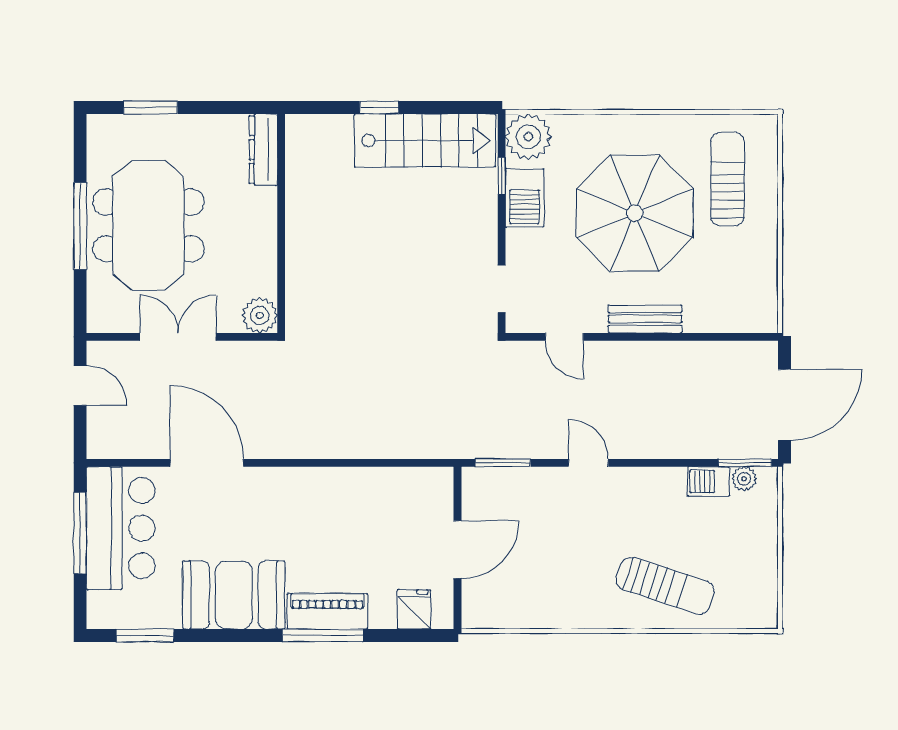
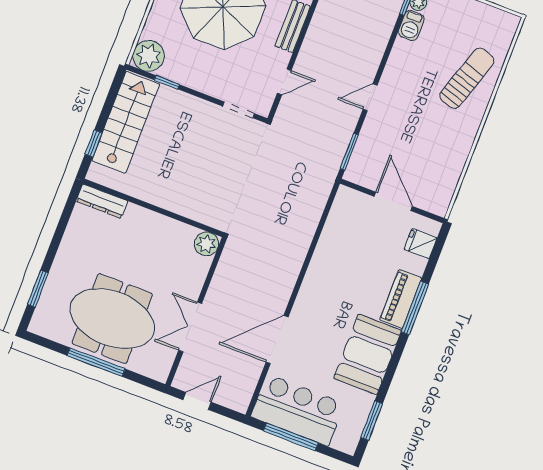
dresser: (263, 150) -> (102, 201), moved
barbecue: (525, 198) -> (186, 73), removed
wall: (281, 223) -> (153, 208), moved
plant: (260, 315) -> (206, 244), moved

